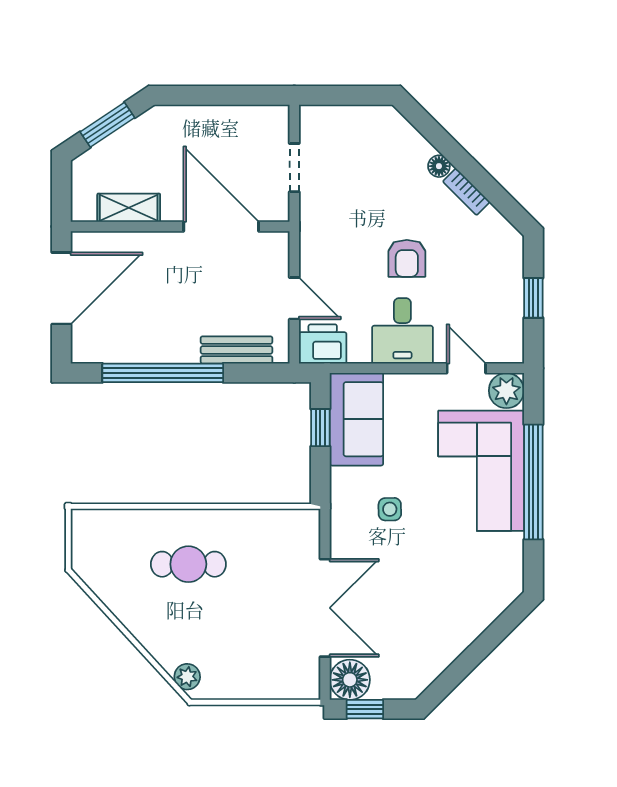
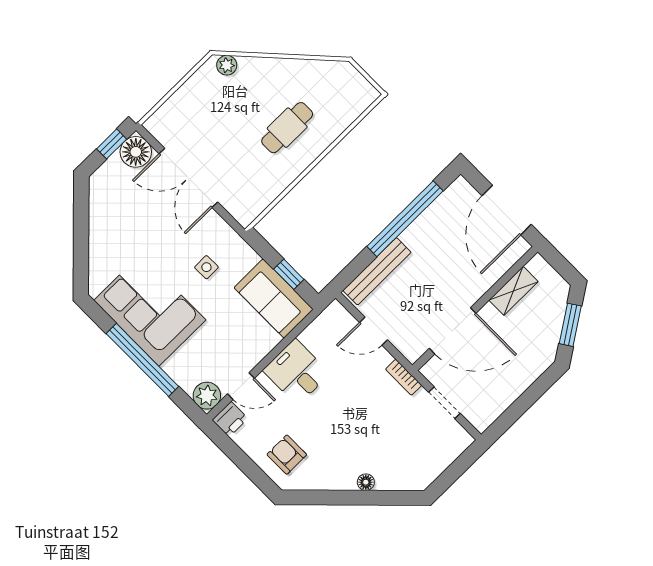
bookcase: (466, 192) -> (404, 377), moved, turned -135
armchair: (407, 258) -> (287, 455), moved
window: (533, 298) -> (242, 461), removed
printer: (323, 344) -> (230, 419), moved, width x0.73, depth x0.81
bench: (237, 350) -> (377, 271), width x1.36
corner sofa: (481, 471) -> (150, 310), moved

